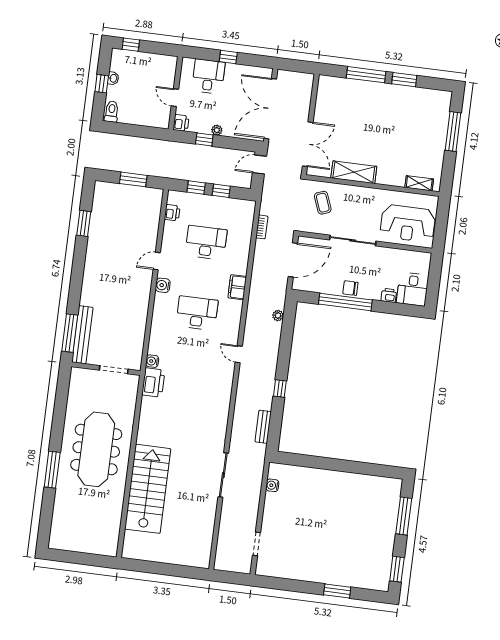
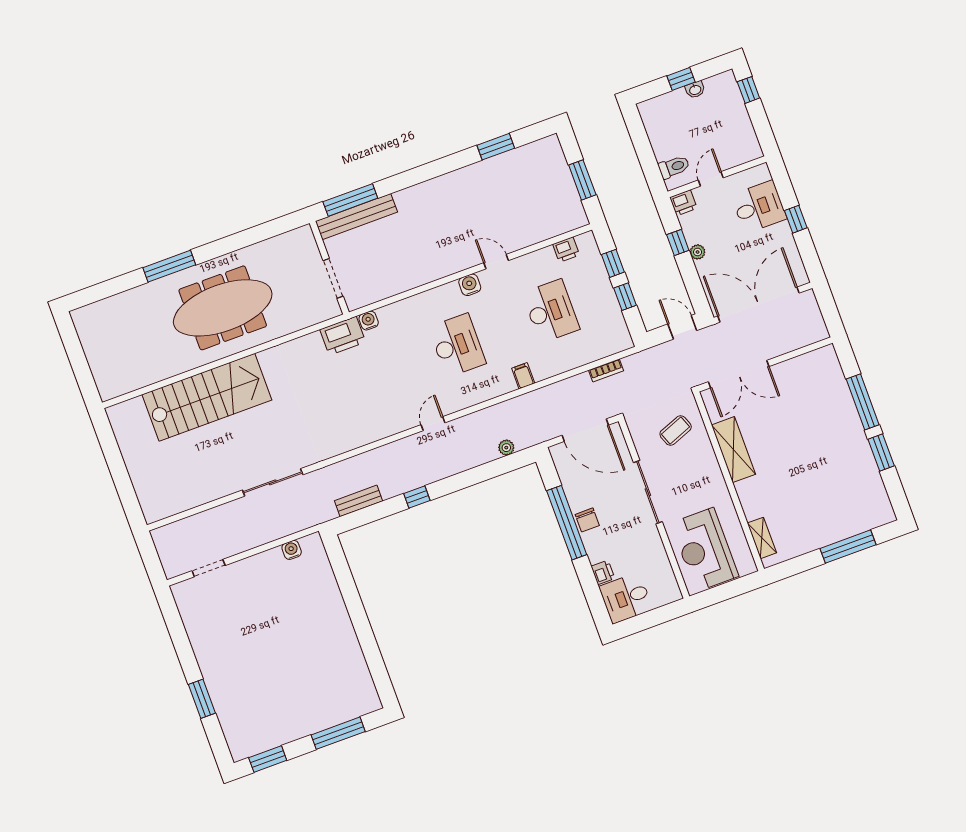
toilet: (112, 111) -> (674, 167), moved
filing cabinet: (237, 287) -> (523, 376), width x0.50
chair: (350, 288) -> (587, 520), turned 180

